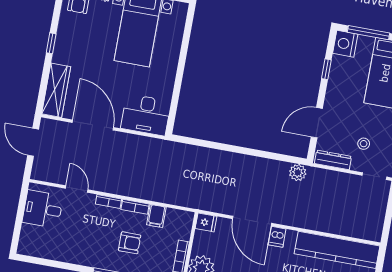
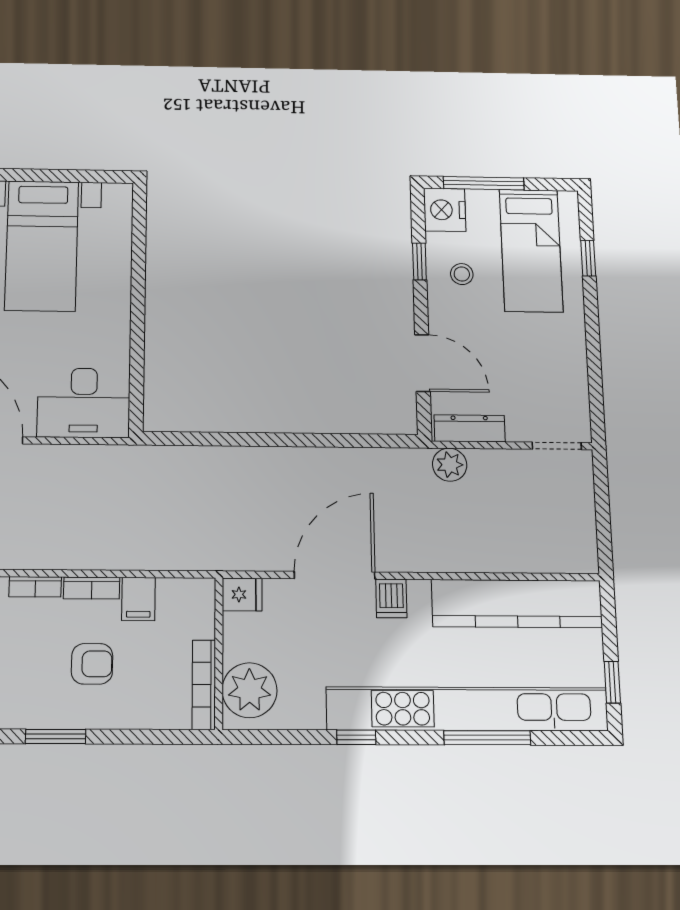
door: (317, 123) -> (422, 363), swing flipped
stool: (364, 144) -> (462, 274), moved
plant: (298, 173) -> (450, 465), moved
door: (252, 221) -> (335, 575), swing flipped

